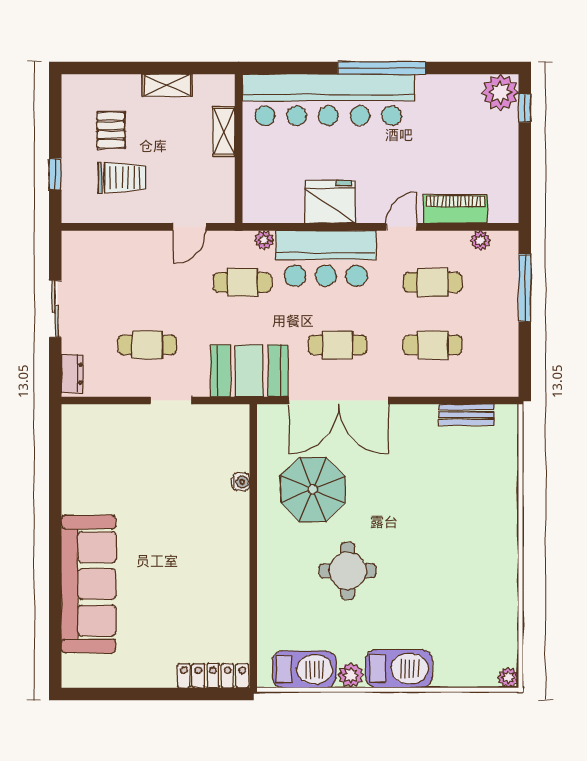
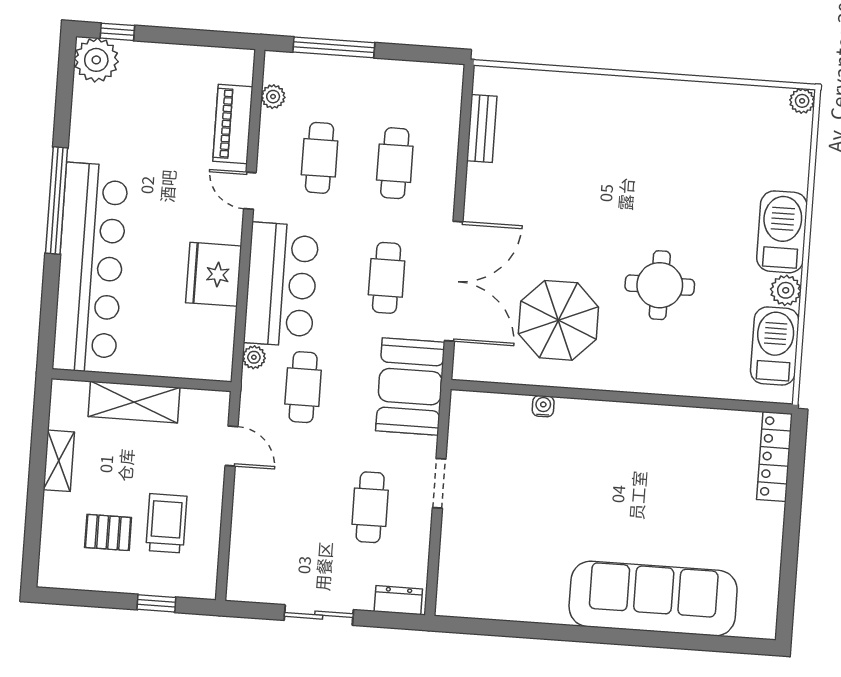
shelving: (224, 131) -> (134, 402), width x1.50, depth x1.33

